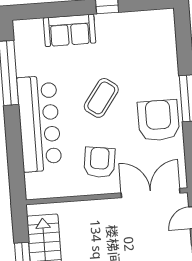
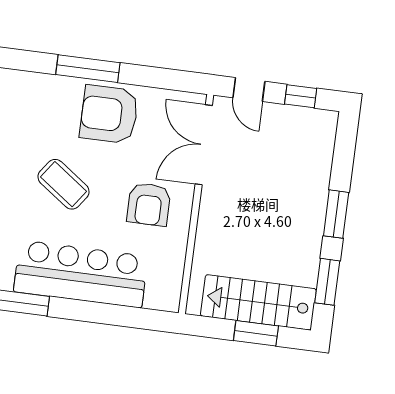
armchair: (99, 162) -> (149, 204), turned -98

